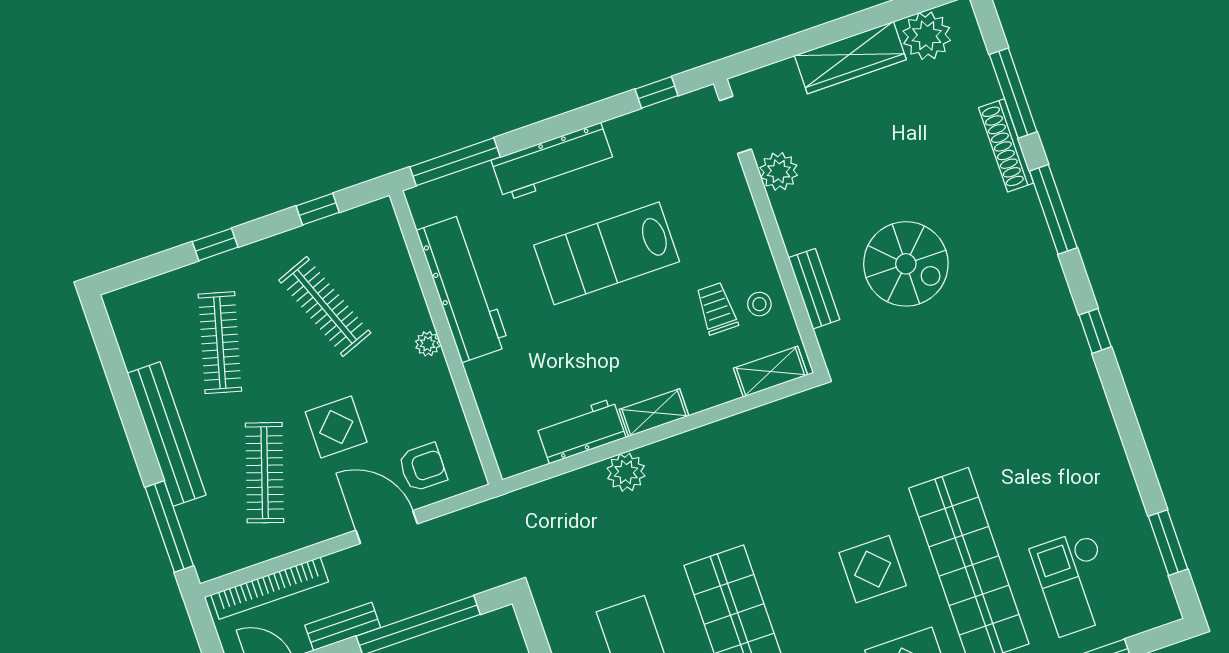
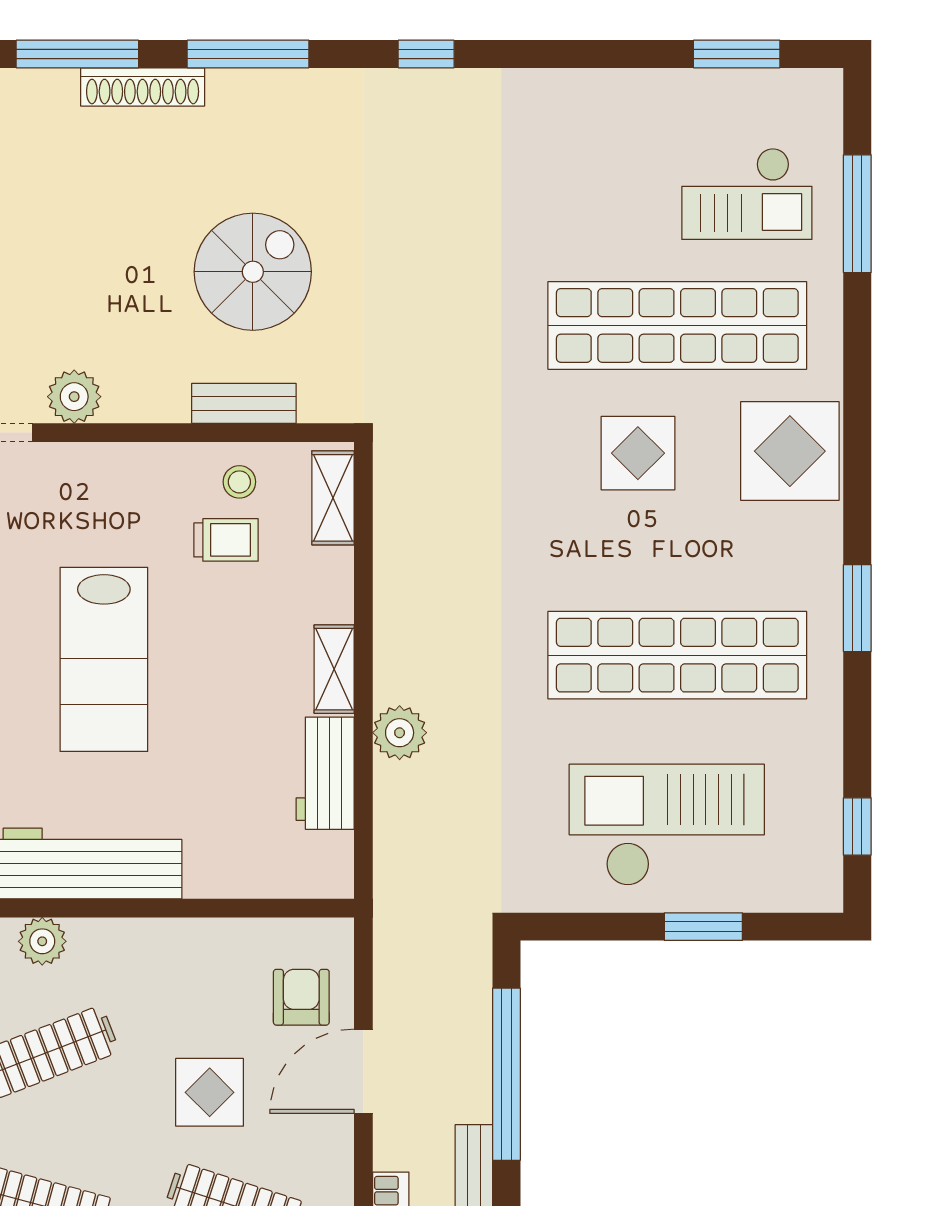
trolley: (717, 309) -> (226, 540), turned 180
plant: (428, 344) -> (42, 941), moved, width x1.38, depth x1.38

